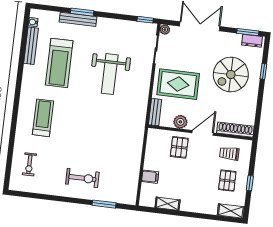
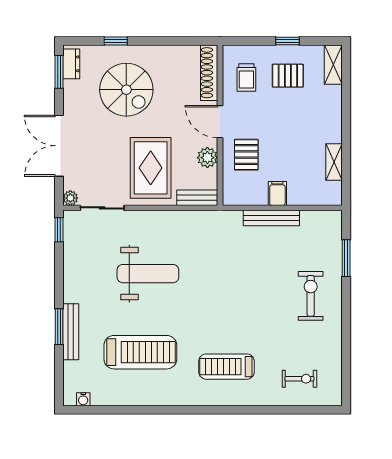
bench: (31, 46) -> (271, 218), moved
pallet: (179, 147) -> (246, 155), turned 90
filing cabinet: (150, 177) -> (277, 193), moved

